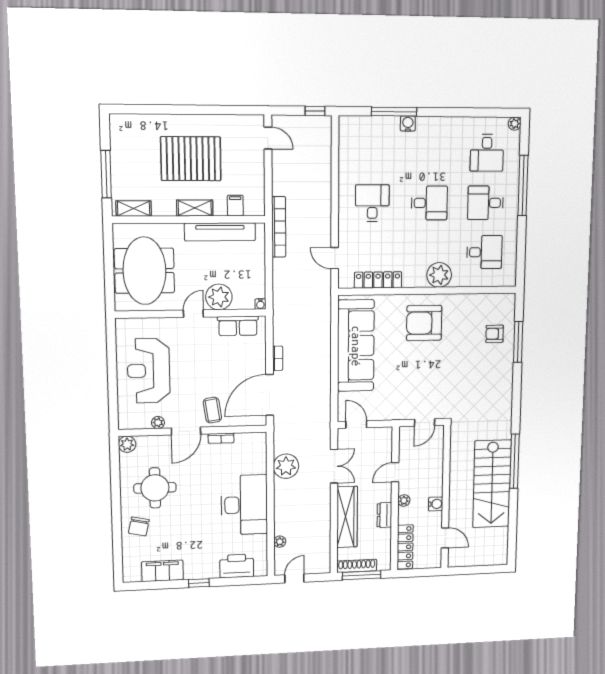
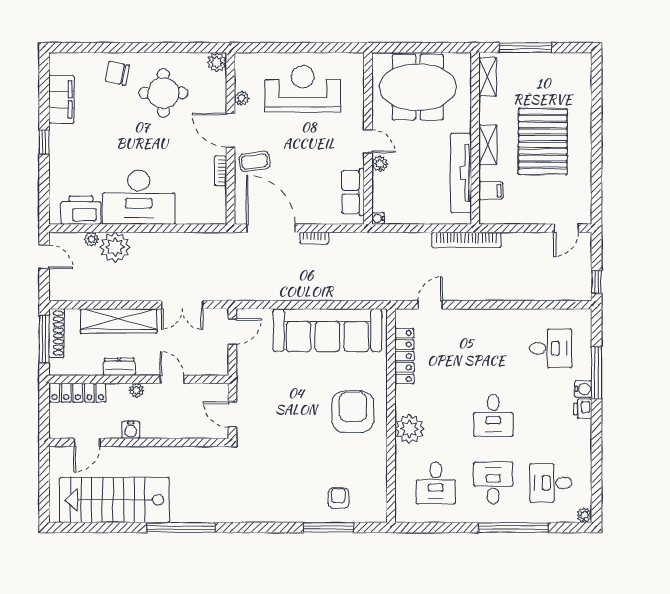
printer: (425, 124) -> (583, 409), added
desk: (372, 203) -> (551, 348), moved
plant: (219, 297) -> (380, 164), width x0.53, depth x0.53
plant: (286, 466) -> (115, 247), moved
stairs: (492, 484) -> (114, 500), moved
printer: (237, 566) -> (81, 210), moved, turned -90

